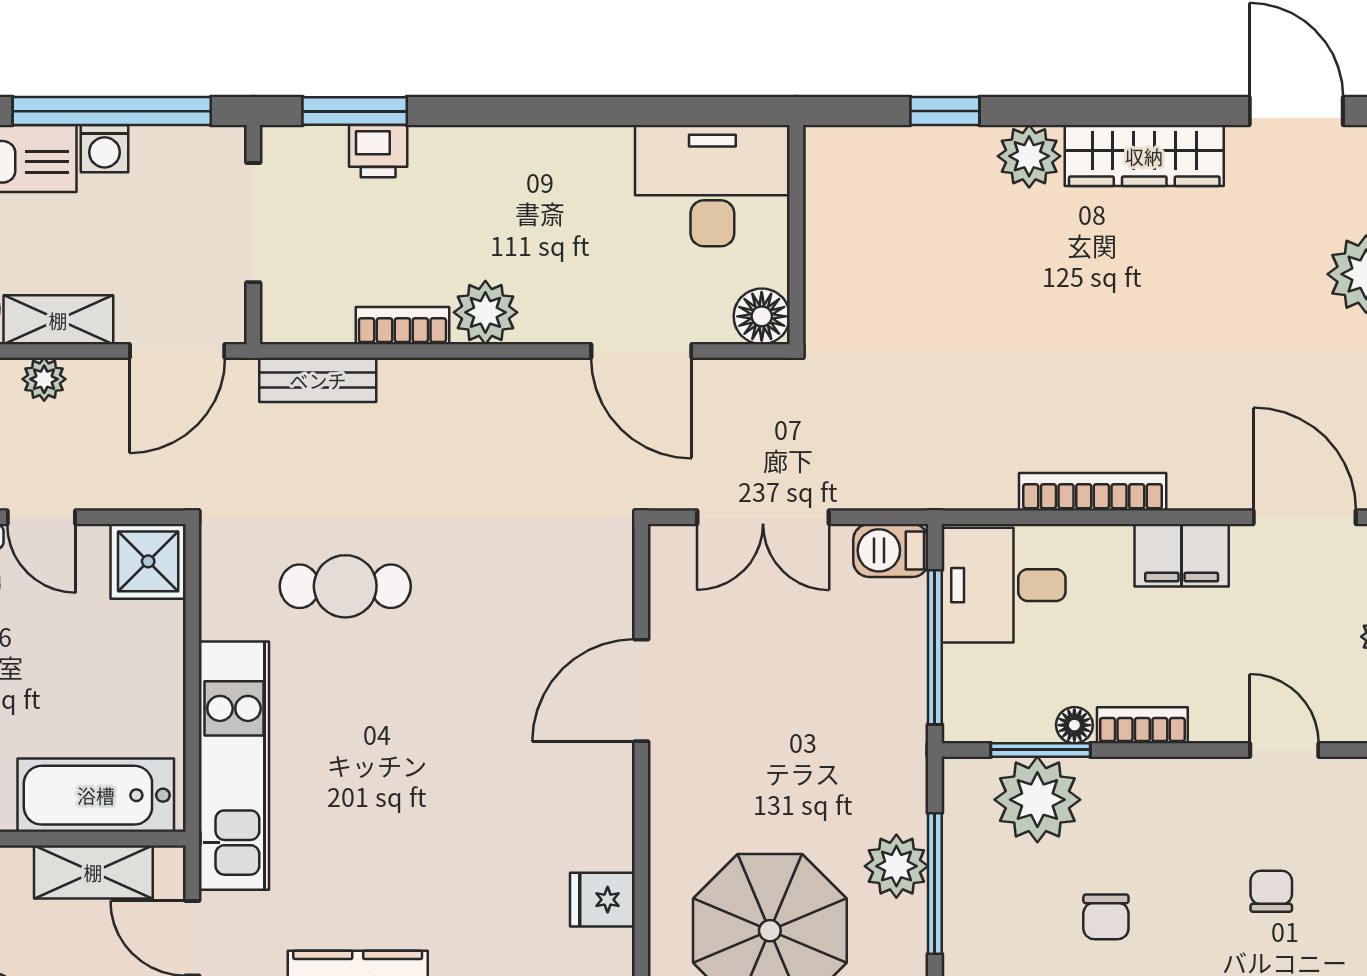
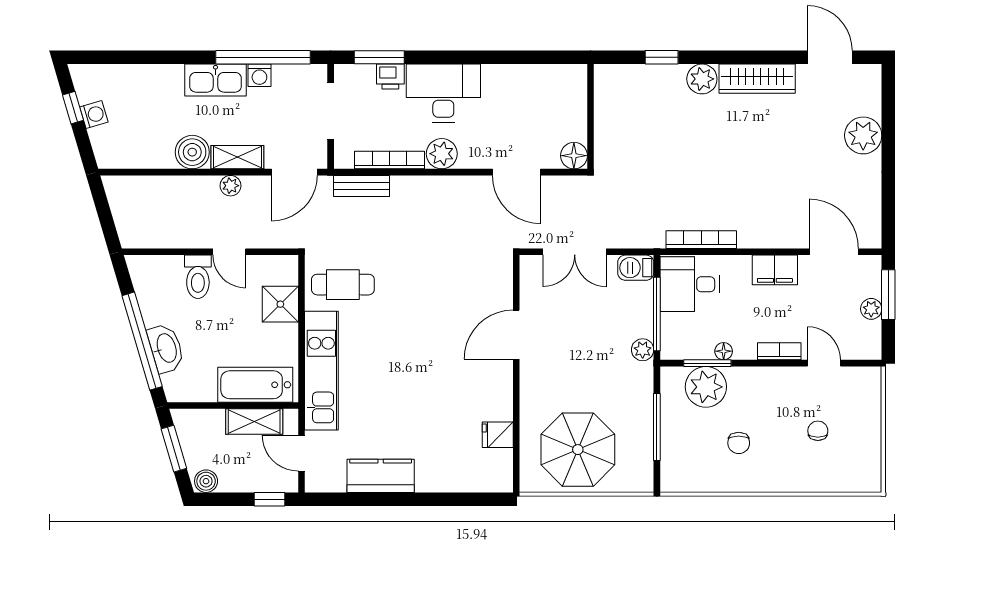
desk: (712, 186) -> (443, 93), moved
bookcase: (402, 326) -> (389, 160), width x1.56
bookcase: (1093, 492) -> (701, 240), moved
shower: (148, 561) -> (280, 304), moved
cafe table: (345, 586) -> (343, 285), moved
bookcase: (1142, 725) -> (779, 351), moved
plant: (896, 866) -> (643, 350), moved, width x0.73, depth x0.73

